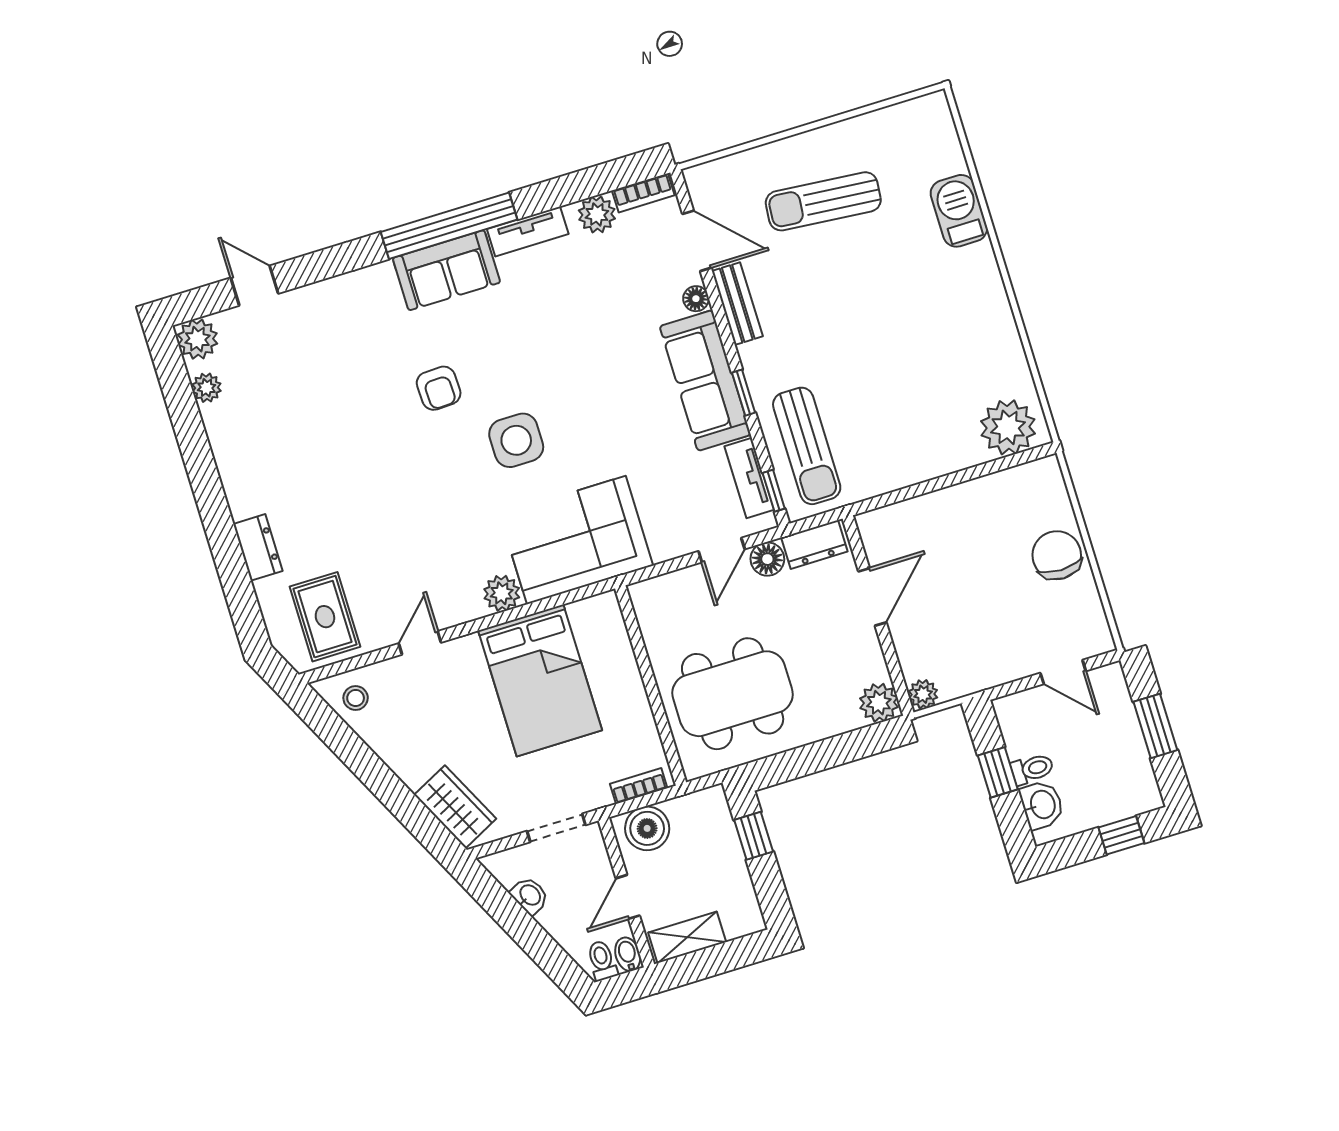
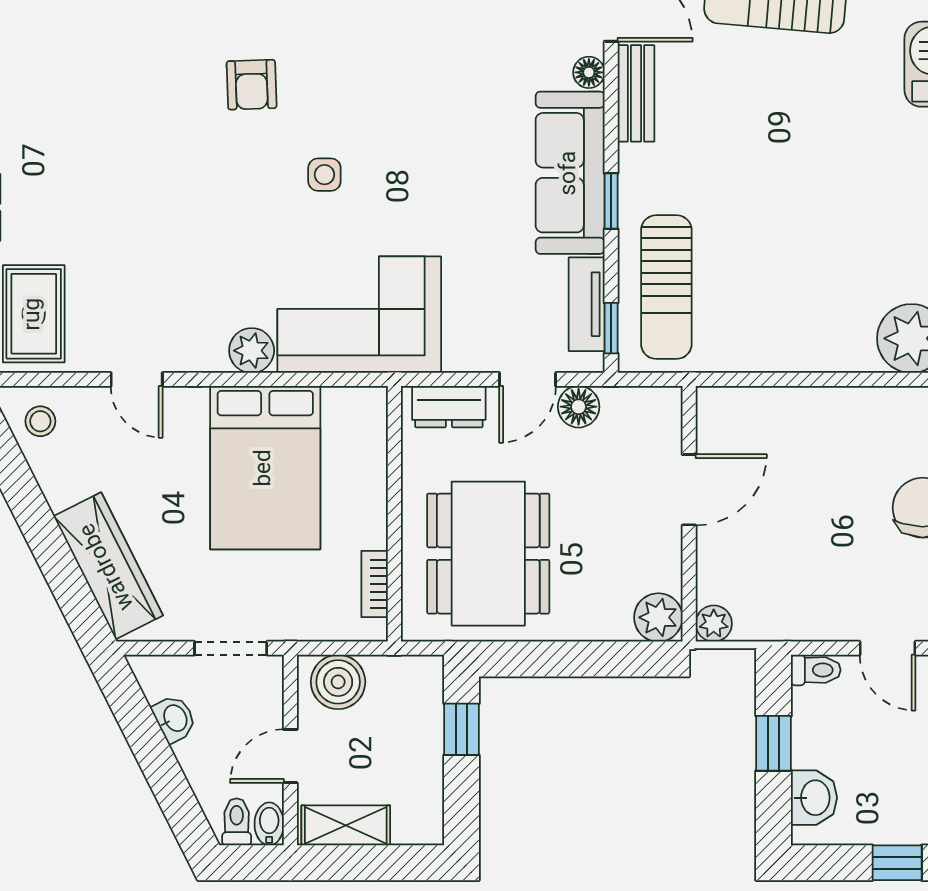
side table: (516, 440) -> (324, 175), width x0.54, depth x0.54
dresser: (814, 545) -> (449, 407), moved
door: (420, 643) -> (137, 379), swing flipped
dining table: (733, 694) -> (488, 554), turned 90
toilet: (1032, 769) -> (816, 670), moved
bookcase: (639, 786) -> (375, 584), moved, turned -90
wardrobe: (455, 807) -> (108, 566), width x1.50

